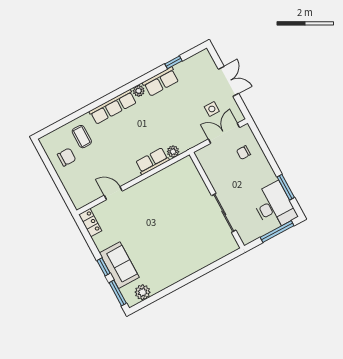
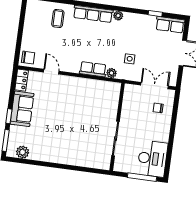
row of seats: (161, 82) -> (170, 25), moved
side table: (212, 109) -> (130, 59), moved
chair: (67, 157) -> (28, 58), moved
window: (286, 187) -> (169, 152), removed
sofa: (119, 265) -> (22, 109), moved

